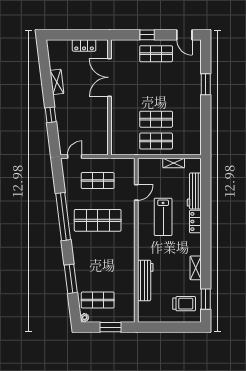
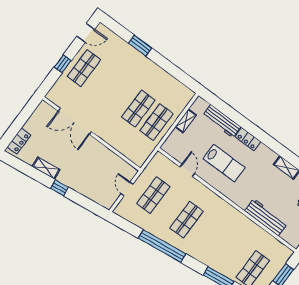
locker: (84, 45) -> (19, 141), moved
window: (51, 115) -> (59, 188), moved
door: (75, 157) -> (127, 189), moved
shop shelf: (98, 220) -> (187, 220), width x0.70, depth x0.74

